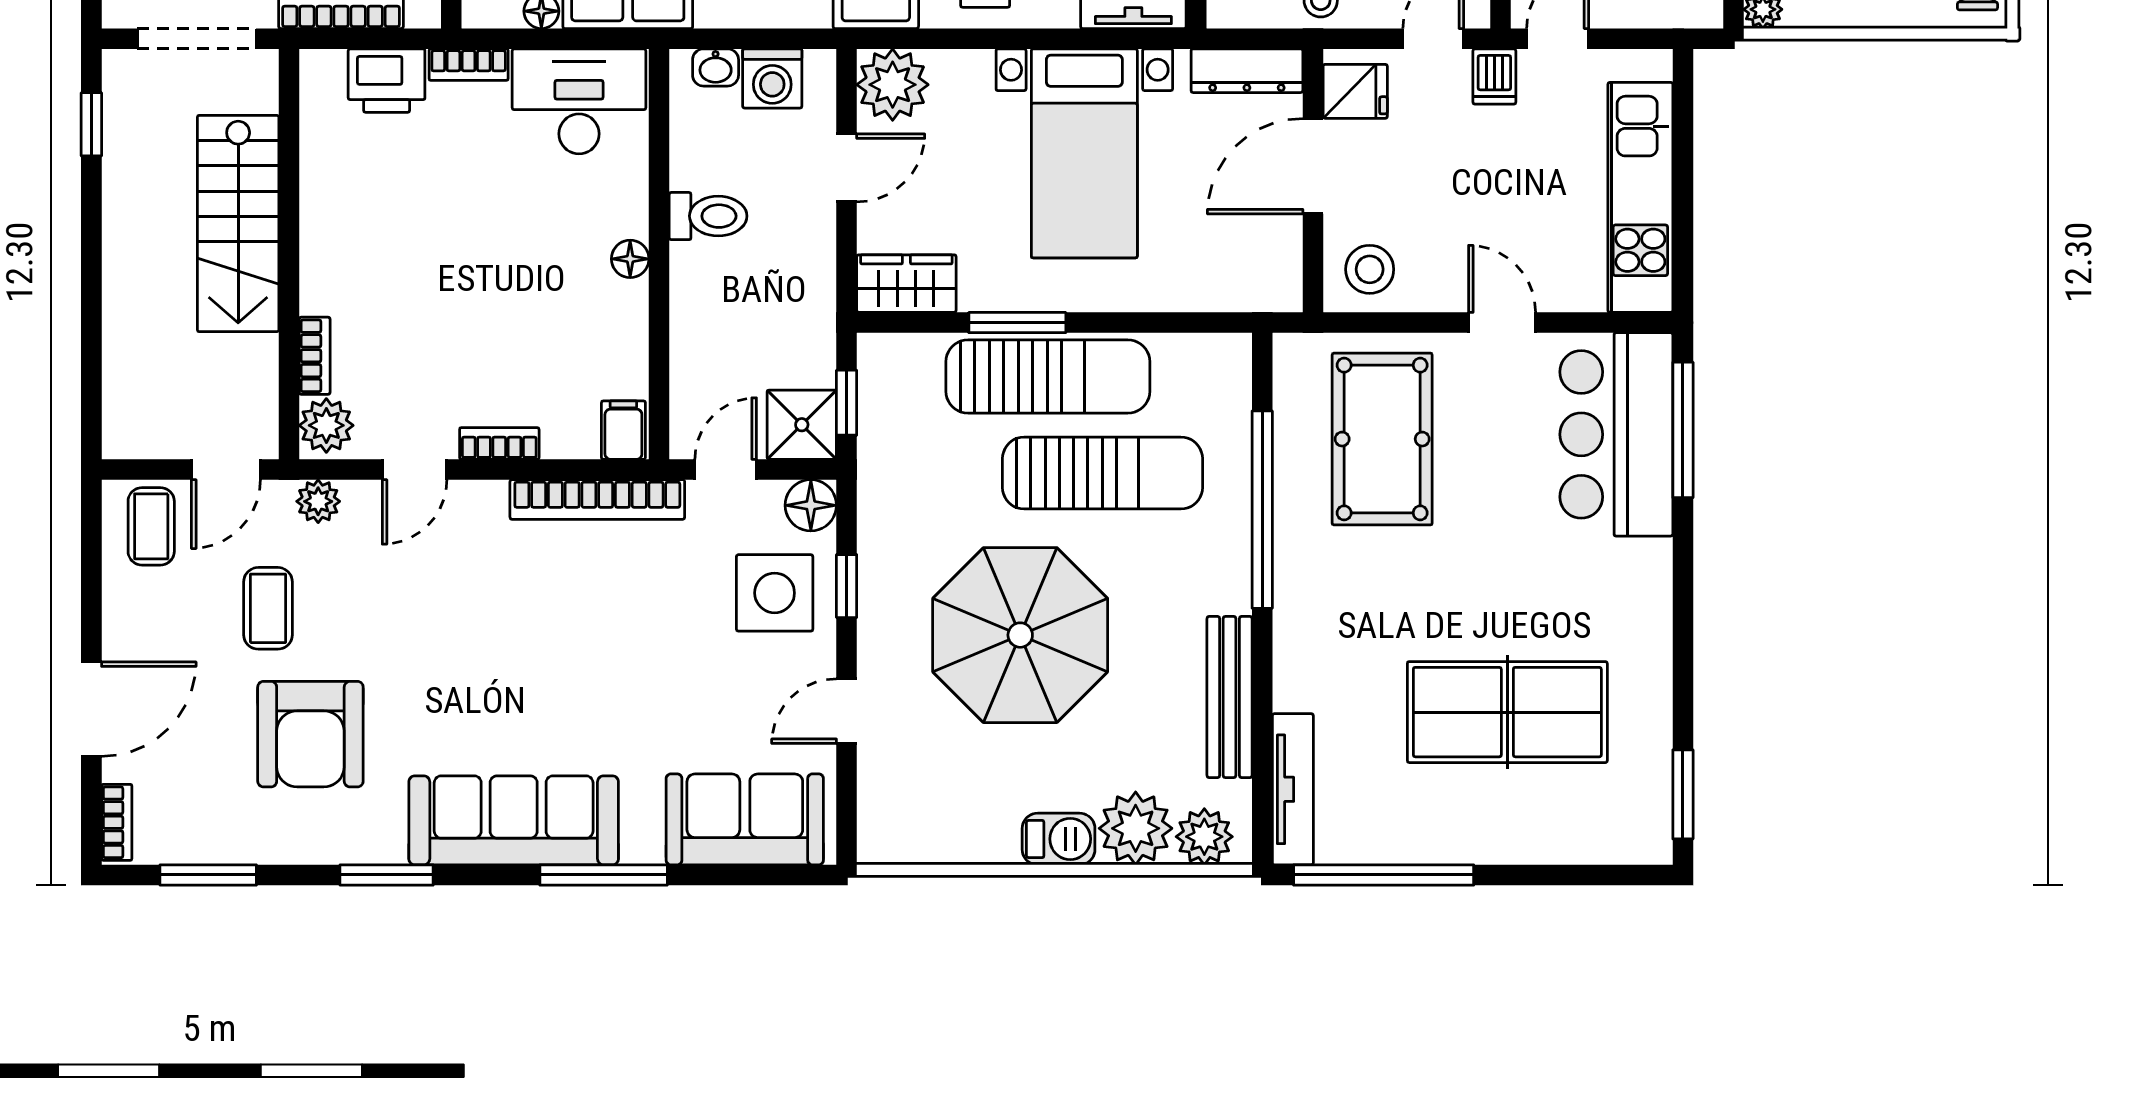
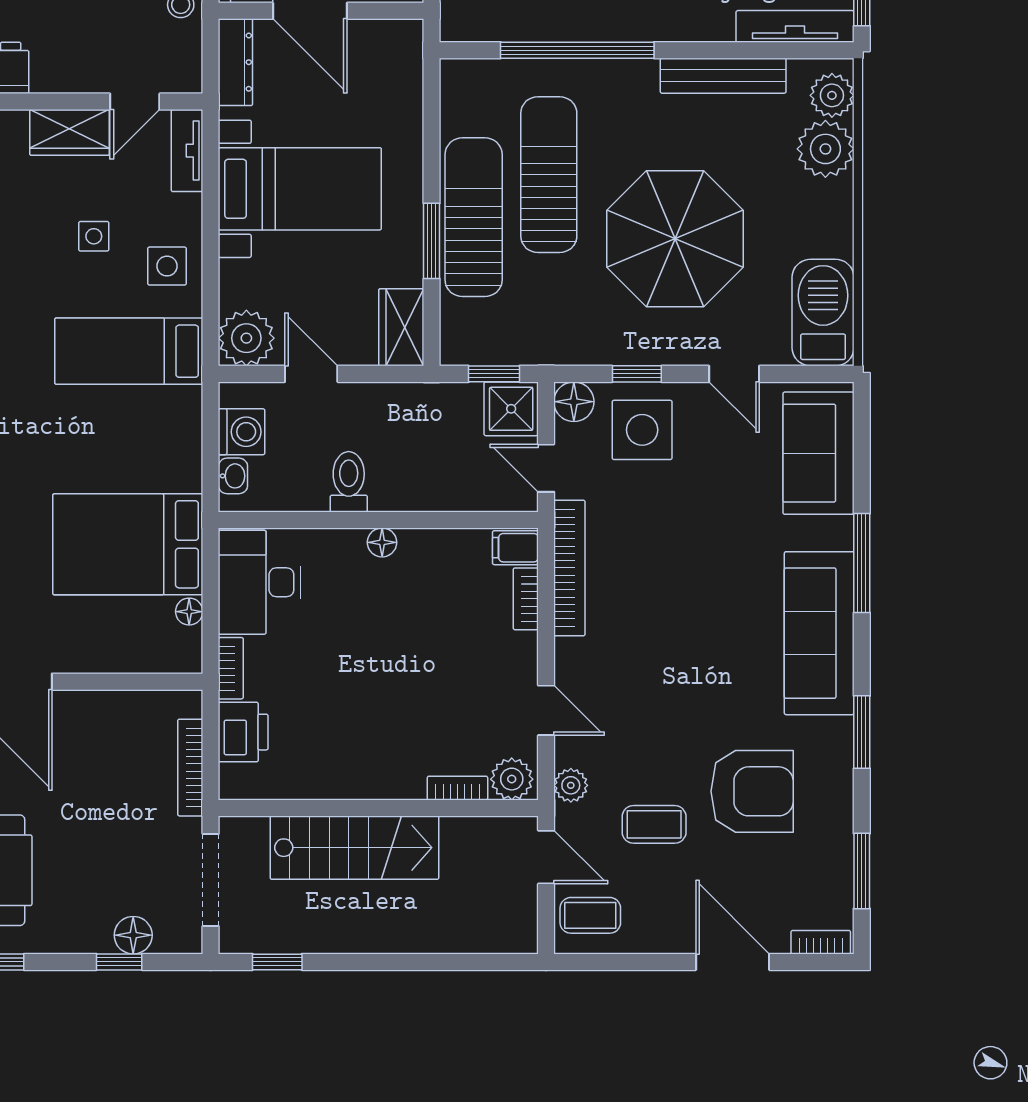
bookcase: (499, 443) -> (526, 599), moved
barbecue: (1059, 839) -> (823, 313), moved, width x1.88, depth x1.53

